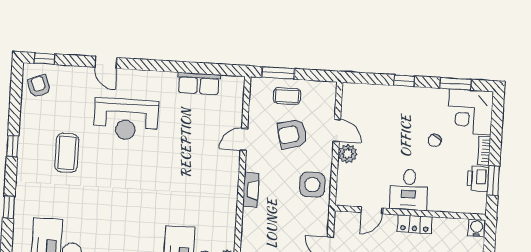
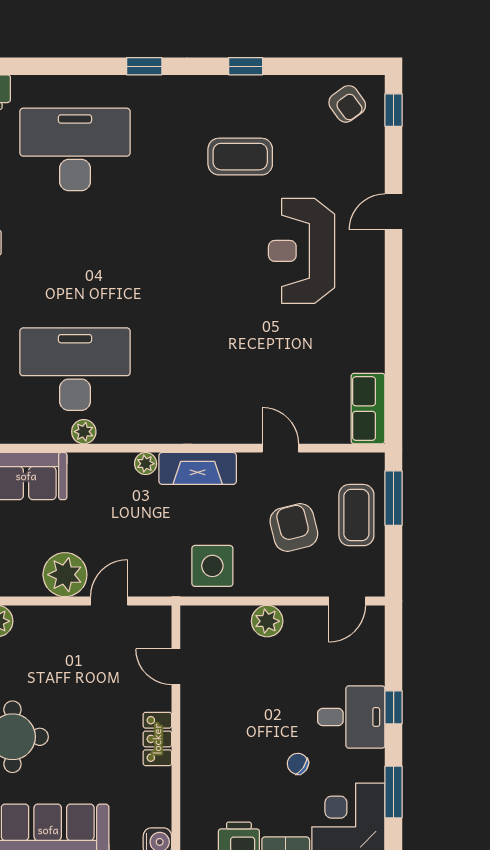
row of seats: (199, 84) -> (368, 409), moved
armchair: (39, 86) -> (347, 104), turned 75
coffee table: (287, 96) -> (356, 515), width x1.36, depth x1.30
door: (337, 130) -> (347, 601), moved
fireplace: (251, 190) -> (198, 468), width x1.37, depth x1.32
desk: (409, 190) -> (351, 717), moved, turned 180
plant: (248, 221) -> (146, 464), added

